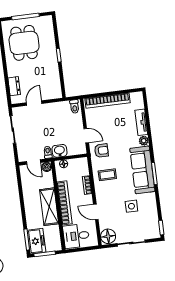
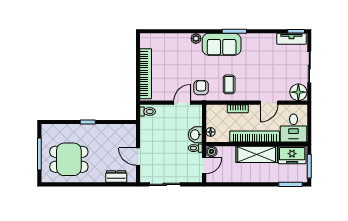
tv unit: (141, 122) -> (291, 39), moved
sofa: (142, 170) -> (222, 44), width x0.73
side table: (131, 206) -> (268, 62), removed
freezer: (36, 241) -> (292, 155), moved, turned 180

